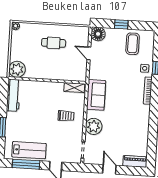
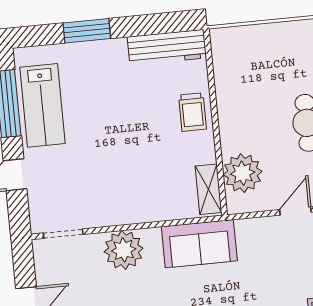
plant: (17, 69) -> (243, 173), moved
trolley: (66, 116) -> (192, 112), moved

